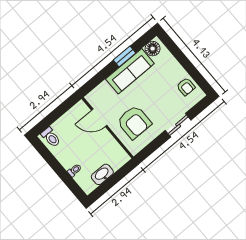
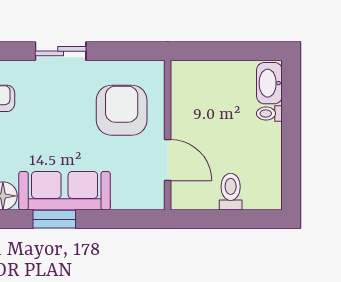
toilet: (51, 137) -> (231, 192), moved
washbasin: (102, 174) -> (269, 83), moved, turned 90

